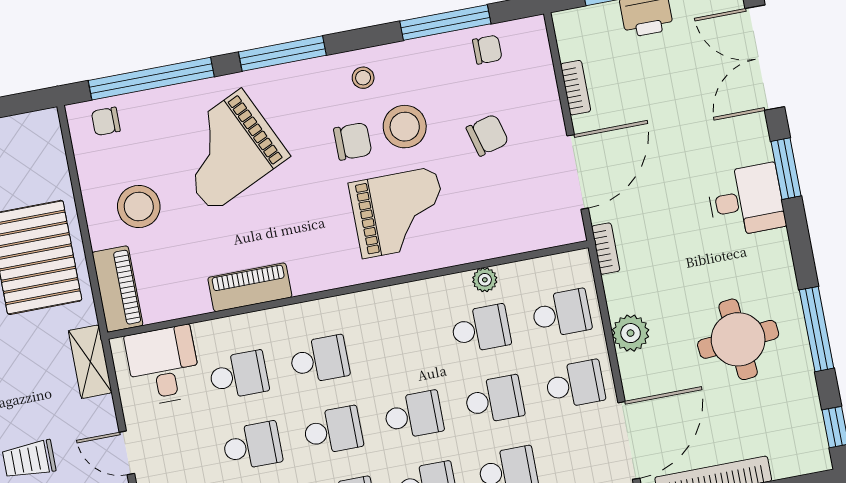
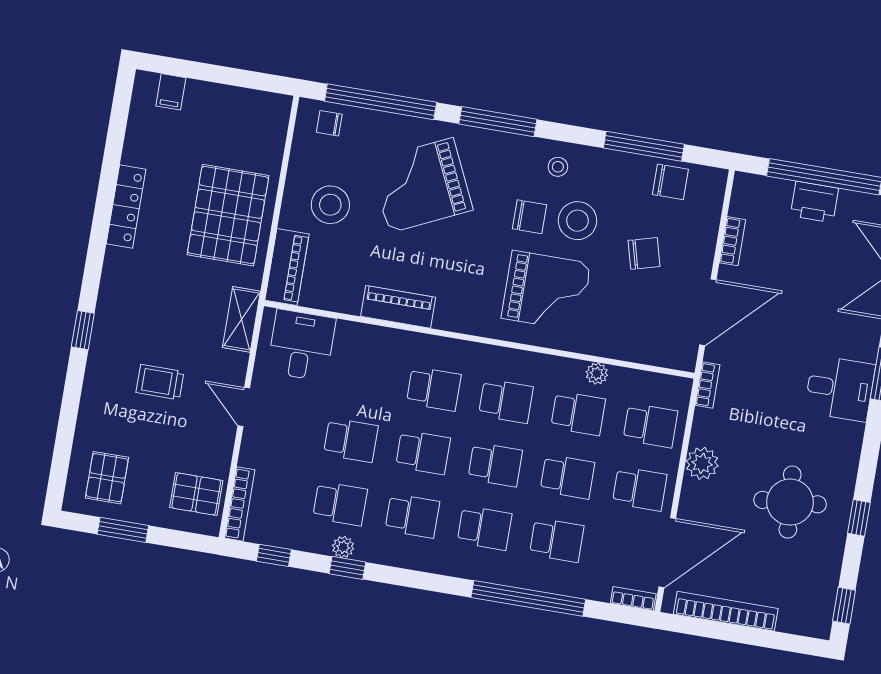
chair: (487, 50) -> (670, 182), width x1.37, depth x1.37
window: (817, 329) -> (859, 518), width x0.46
school desk: (239, 375) -> (506, 401), moved

